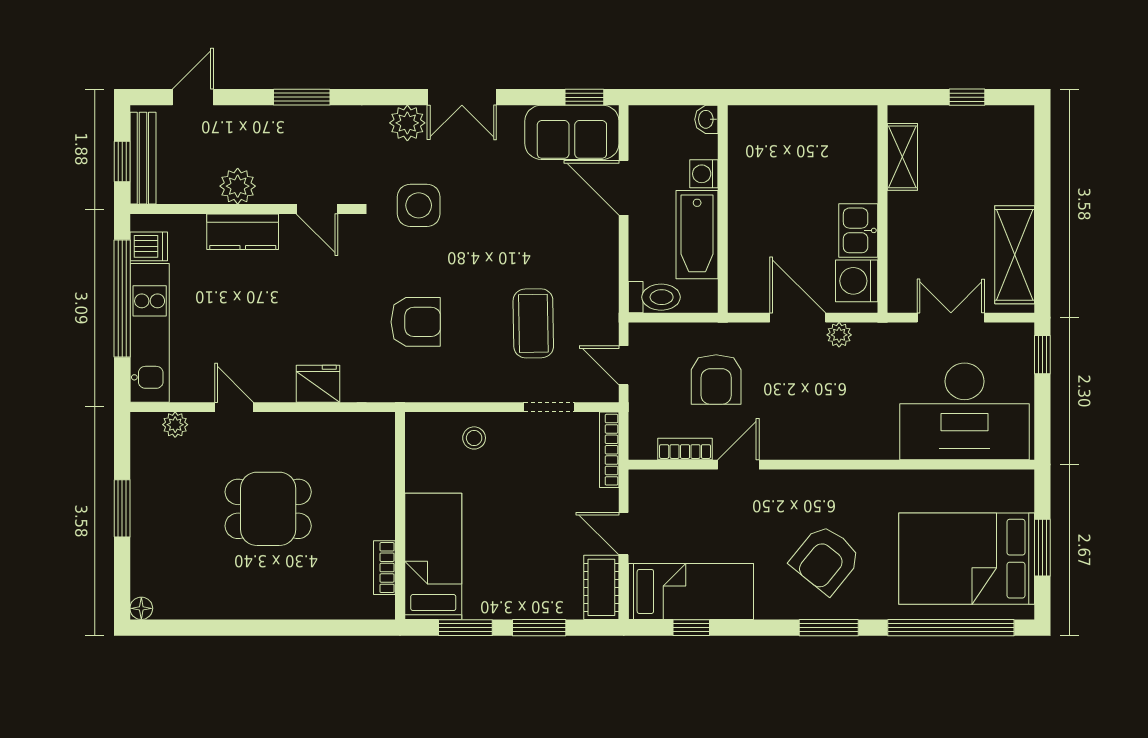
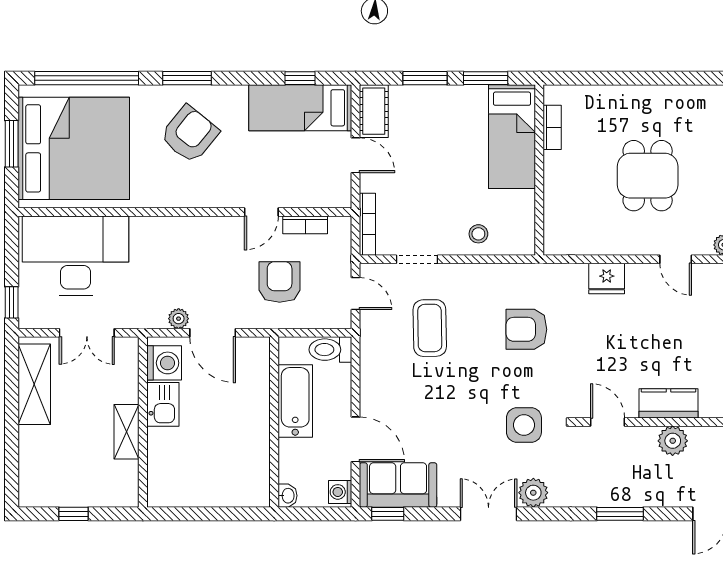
shelving: (902, 157) -> (127, 432), moved
washing machine: (704, 174) -> (340, 492), moved, turned 180
dining table: (268, 509) -> (648, 176), turned 90
bed: (967, 559) -> (74, 148), width x1.36

